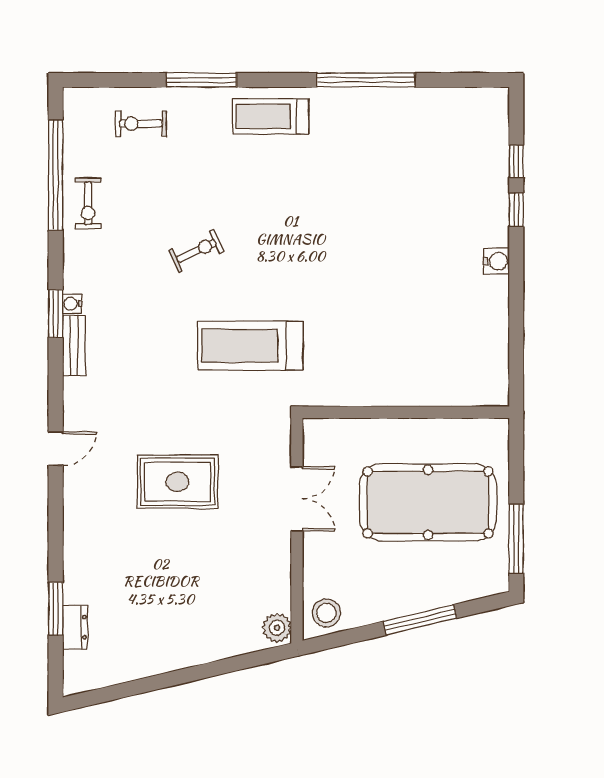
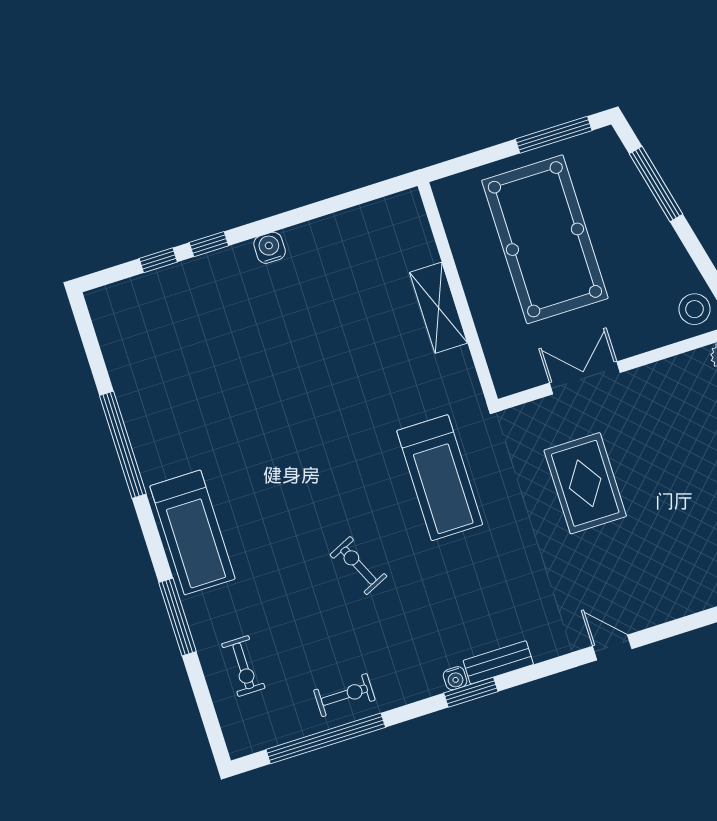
treadmill: (271, 116) -> (192, 532), width x1.37, depth x1.38
shelving: (398, 391) -> (438, 308), added
rug: (177, 482) -> (585, 483), moved
window: (420, 620) -> (656, 184), moved

